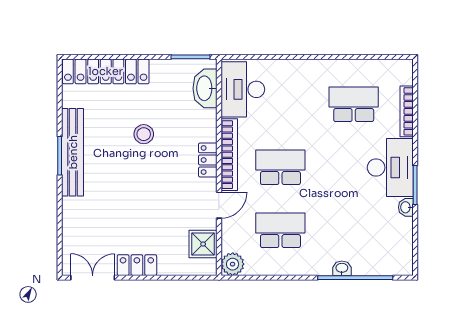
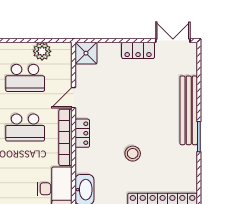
bench: (73, 152) -> (189, 110), moved
shower: (203, 244) -> (86, 53), moved
plant: (233, 264) -> (42, 51), moved
double door: (93, 278) -> (173, 41), swing flipped

